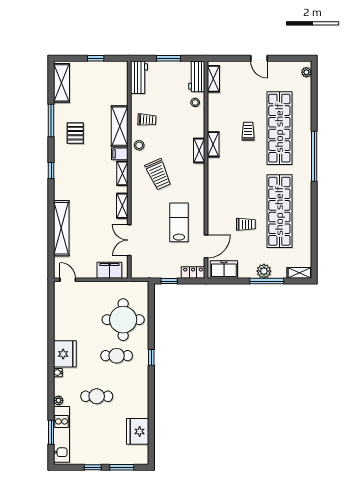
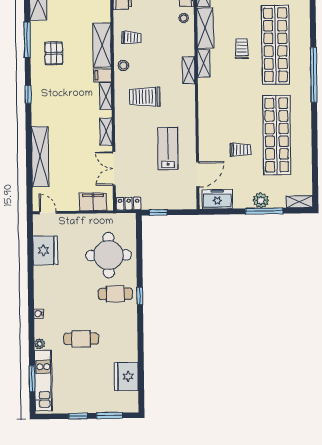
shelving: (215, 112) -> (205, 28), added
trolley: (158, 174) -> (145, 97), turned 114
locker: (193, 273) -> (129, 204), moved
fridge: (65, 354) -> (45, 251), moved
cafe table: (117, 356) -> (115, 294), moved

